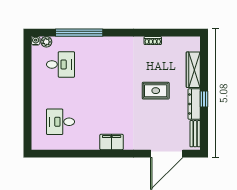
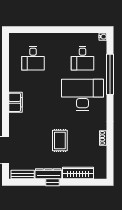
plant: (46, 42) -> (102, 46), removed
desk: (103, 64) -> (83, 95), added
desk: (61, 122) -> (33, 58), turned 180

